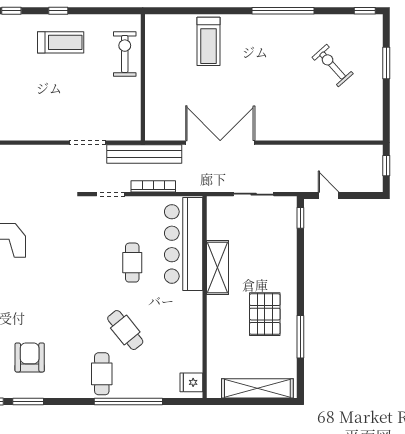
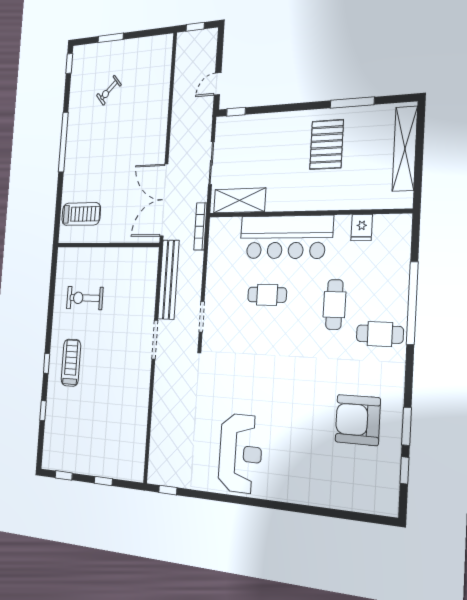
exercise bike: (333, 66) -> (109, 90), width x0.73, depth x0.72
wall: (143, 77) -> (107, 245), moved
bookcase: (153, 186) -> (200, 226), moved
bar counter: (184, 244) -> (286, 237), moved
shelving: (218, 268) -> (240, 200), moved
pallet: (265, 314) -> (327, 145), turned 90
cafe table: (125, 330) -> (334, 305), turned -51
armchair: (30, 357) -> (358, 420), width x1.36, depth x1.36
fridge: (191, 382) -> (362, 228), moved

